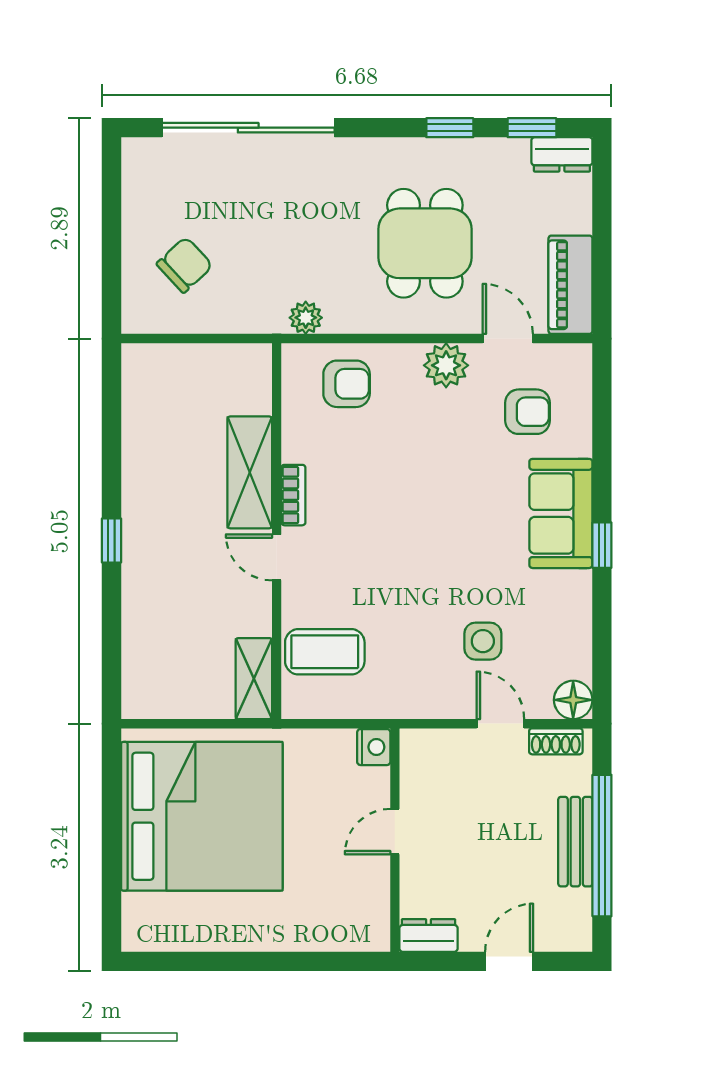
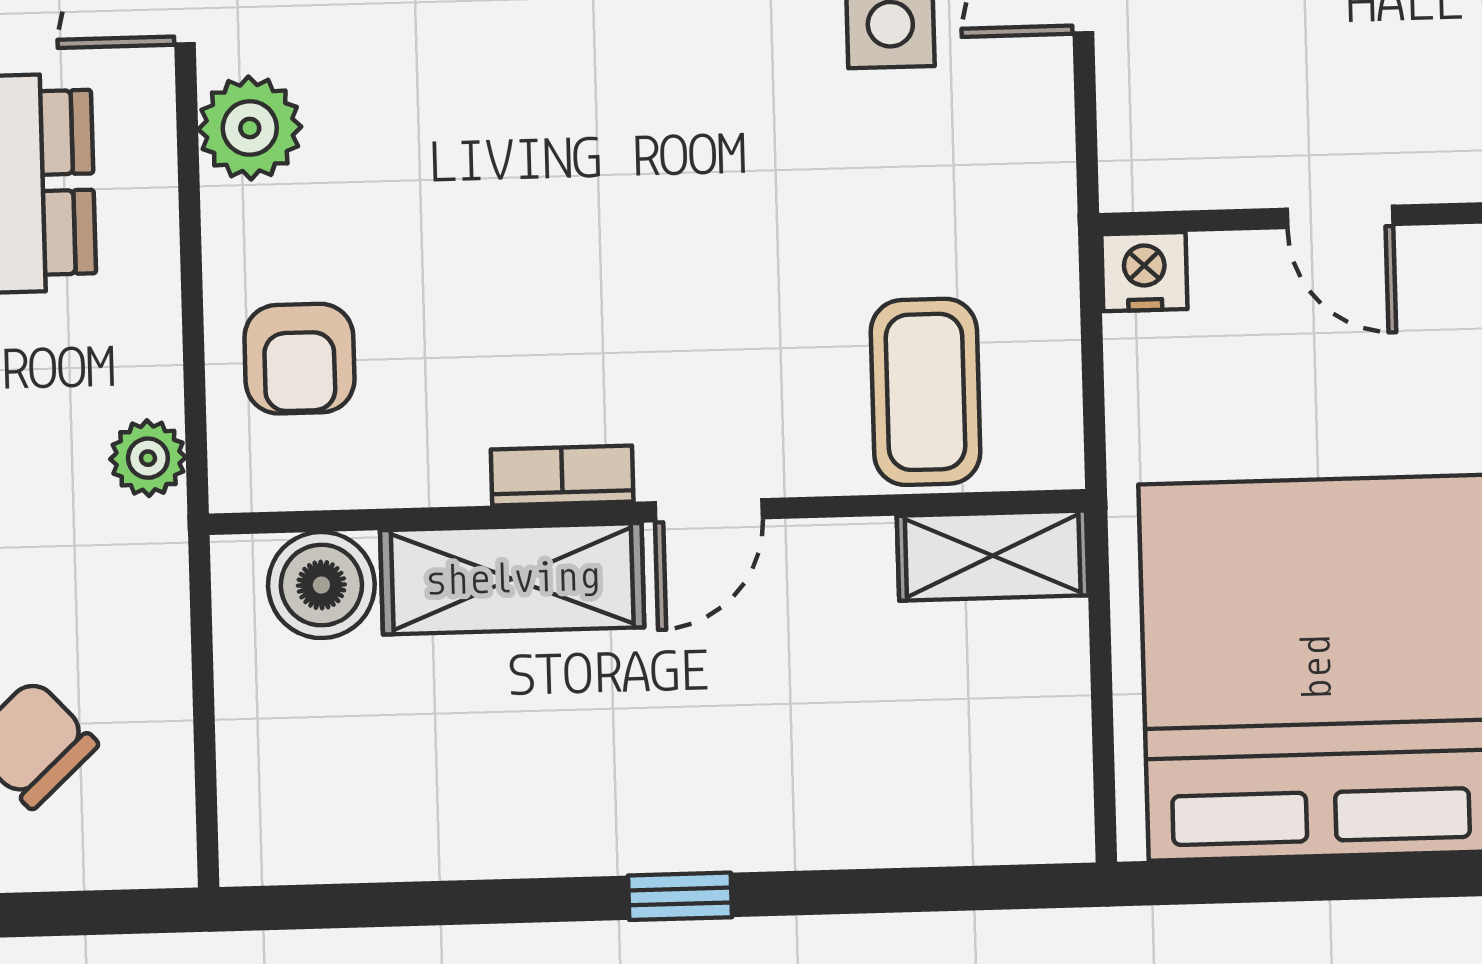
armchair: (347, 384) -> (299, 359), turned 180
boiler: (249, 391) -> (321, 585), added

